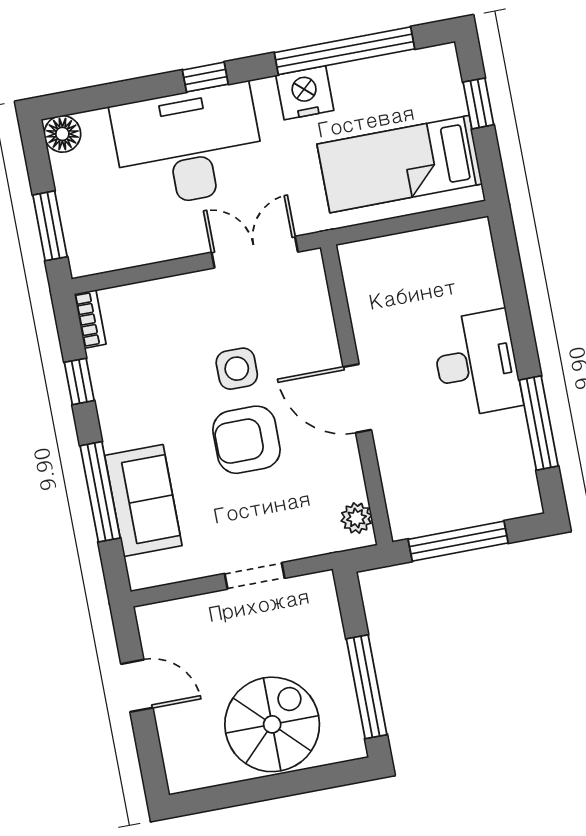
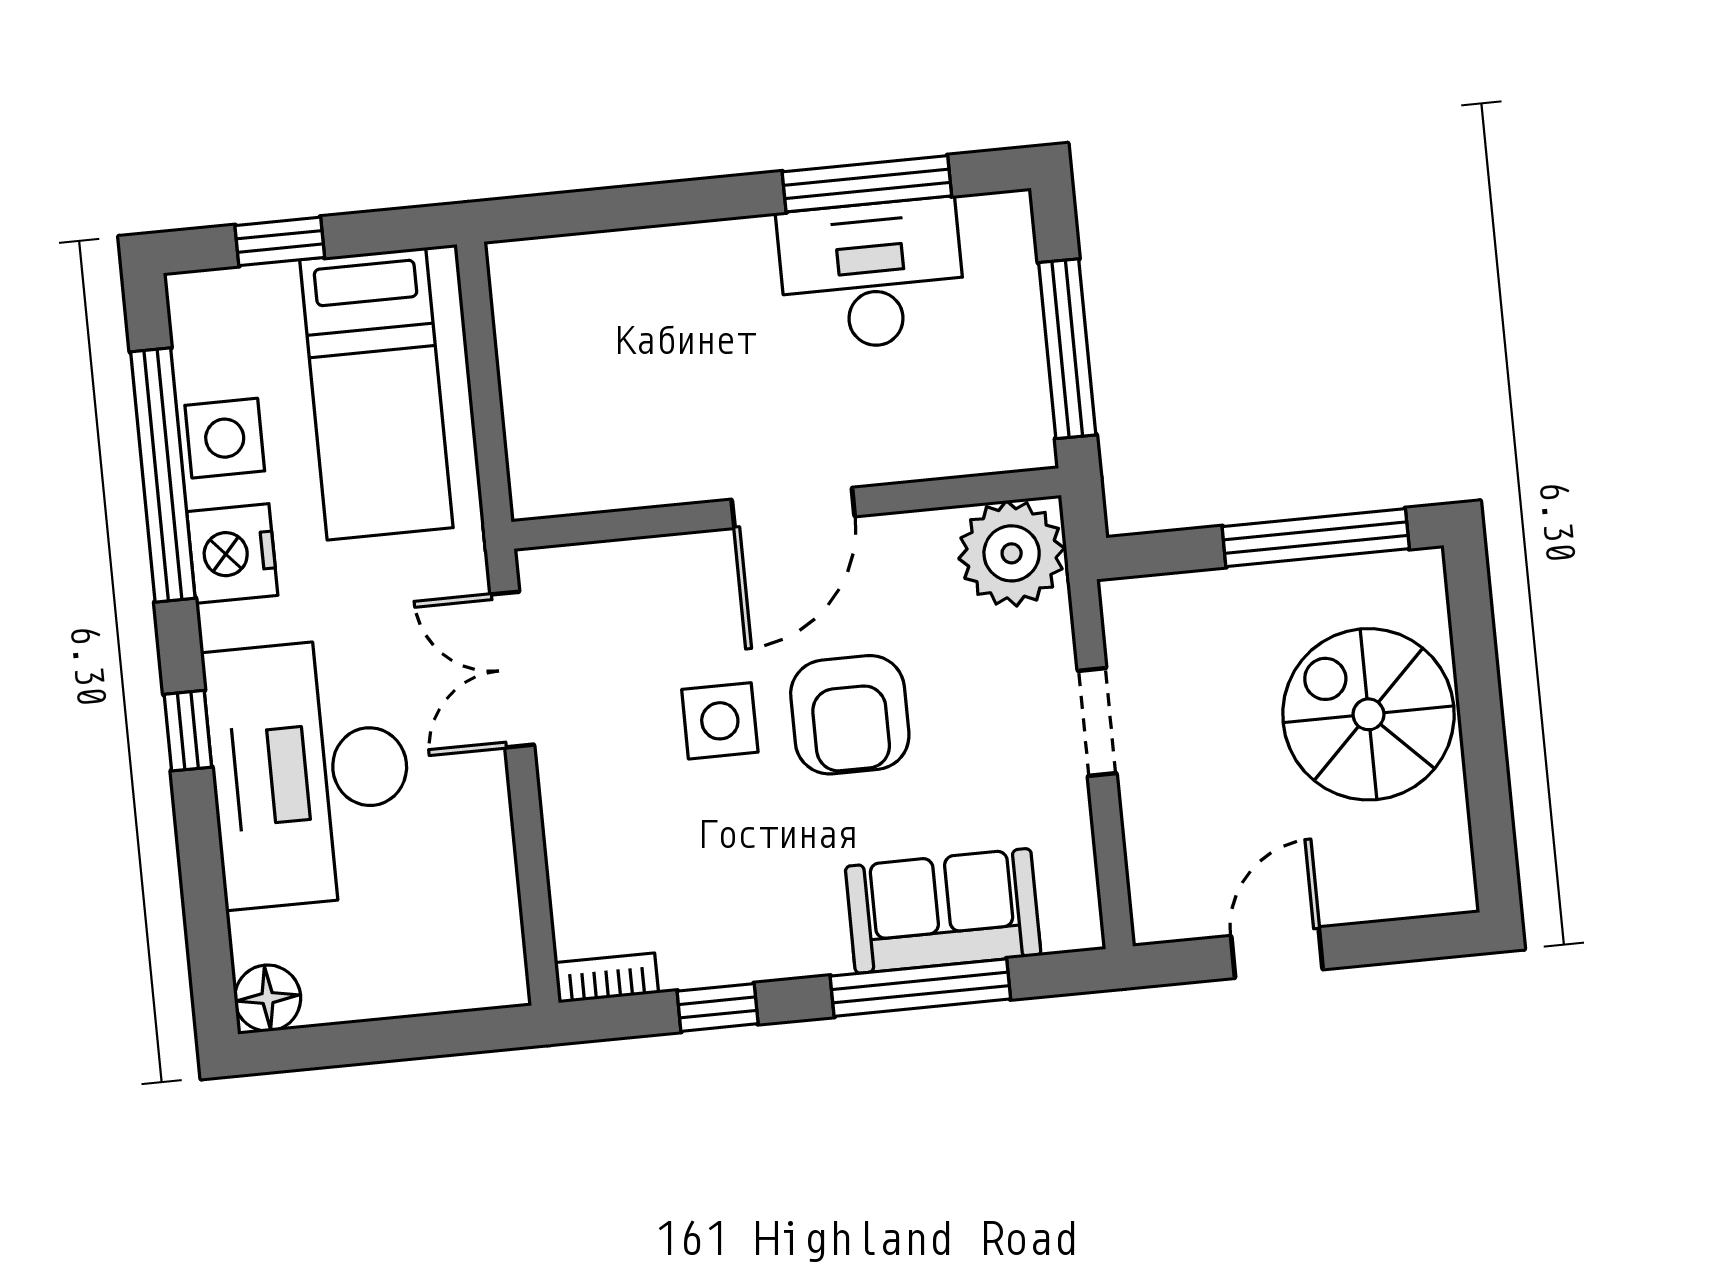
side table: (368, 83) -> (225, 438), added
window: (50, 226) -> (432, 1035), removed
desk: (477, 364) -> (872, 275), moved
plant: (356, 518) -> (1012, 553), width x1.88, depth x1.88

